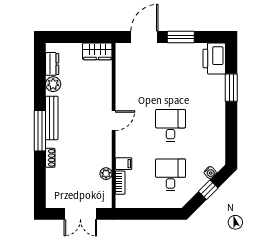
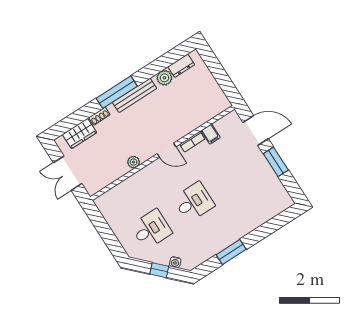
wardrobe: (97, 51) -> (80, 134), moved, turned -90
printer: (214, 58) -> (276, 203), removed
window: (231, 88) -> (231, 252), moved
filing cabinet: (124, 164) -> (211, 134), moved
plant: (106, 174) -> (134, 162), moved
bookcase: (120, 183) -> (192, 142), moved

